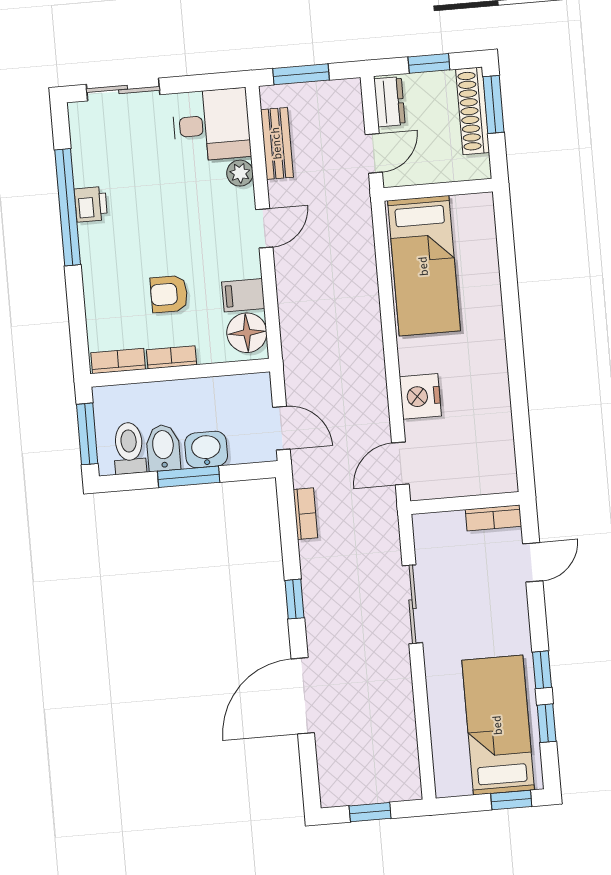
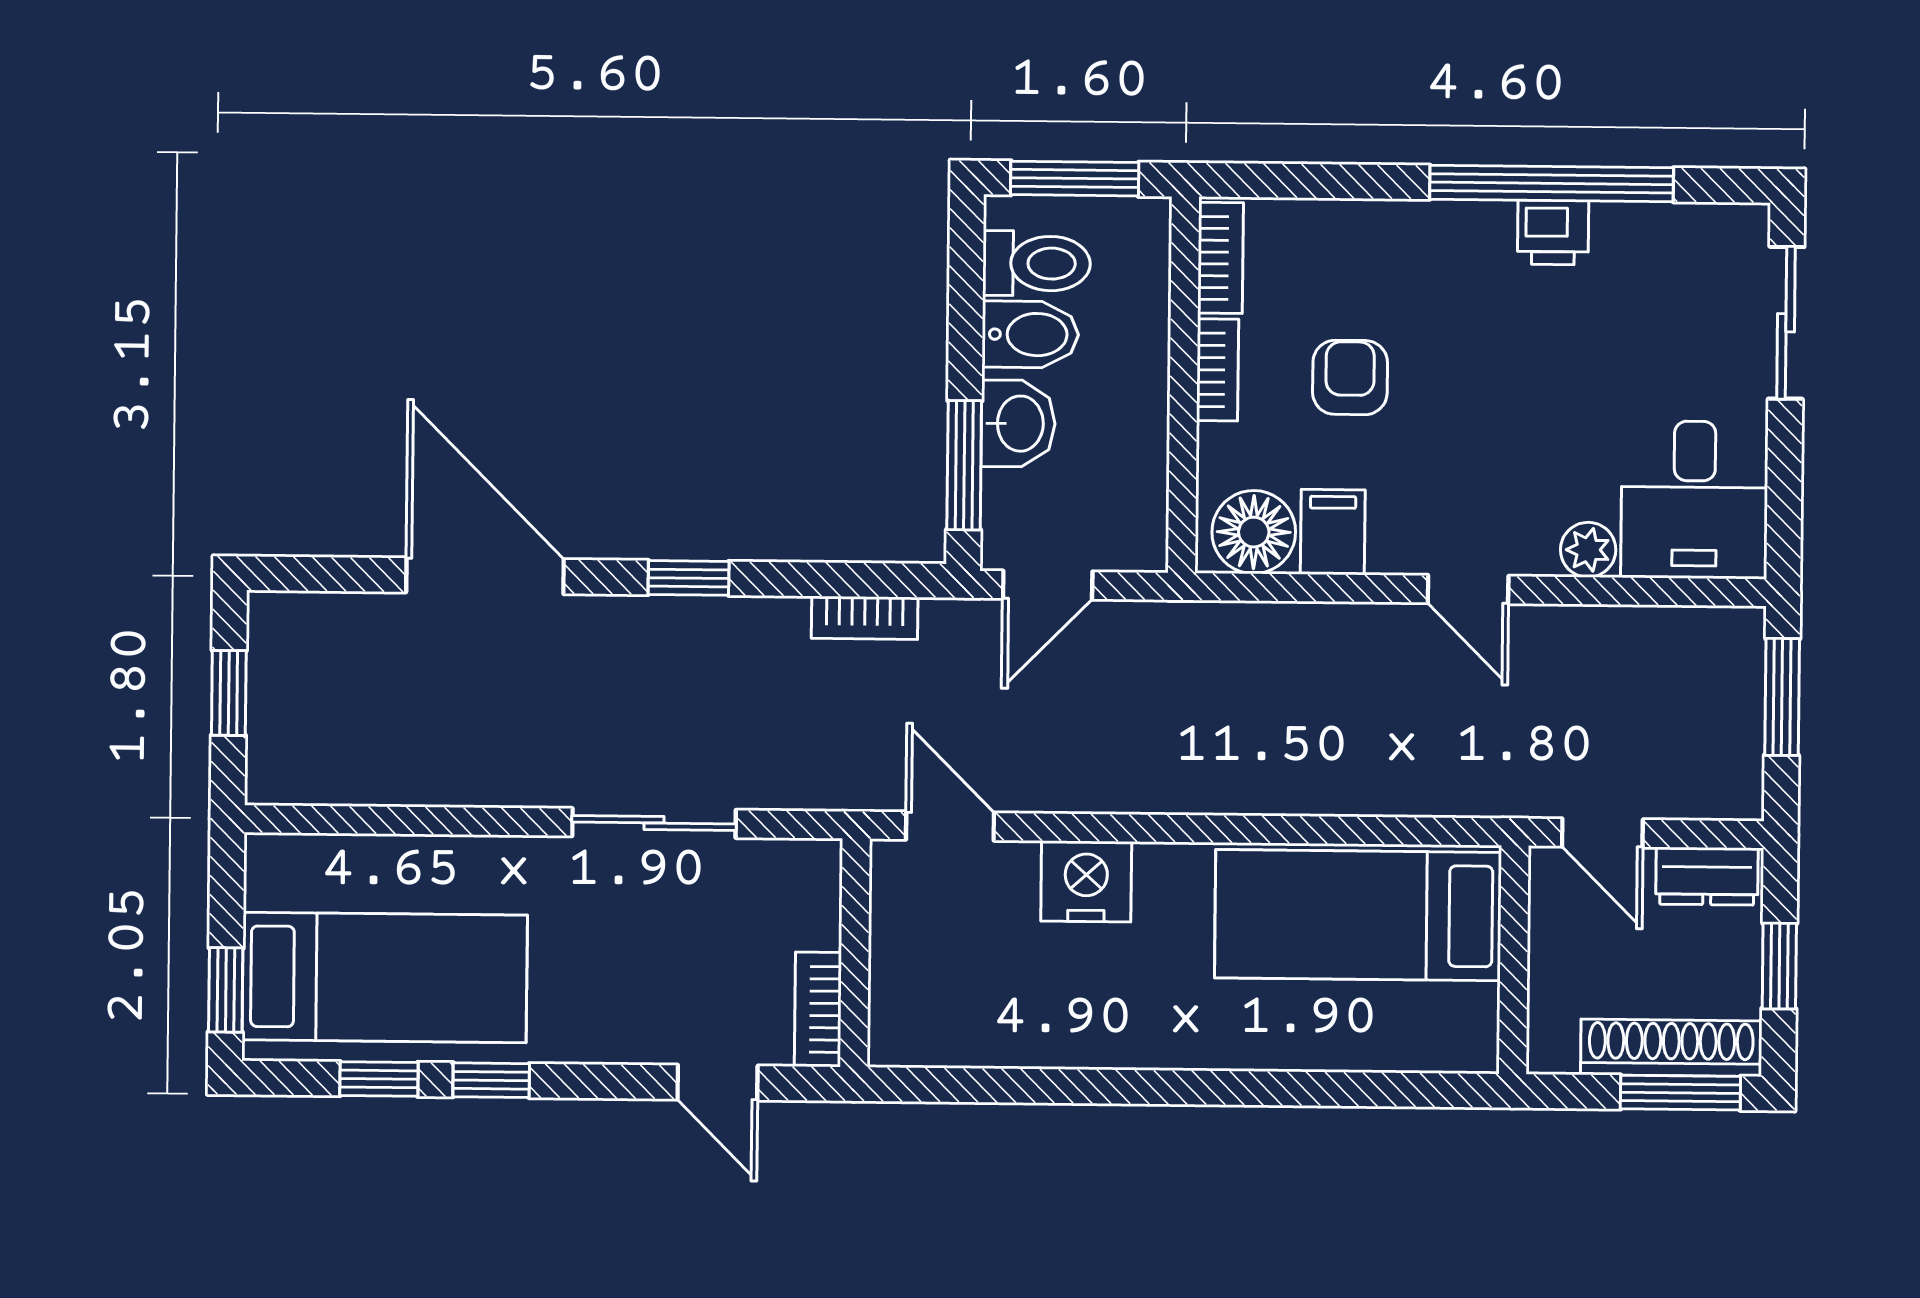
bench: (277, 143) -> (1643, 633), removed
window: (189, 477) -> (964, 465), moved

